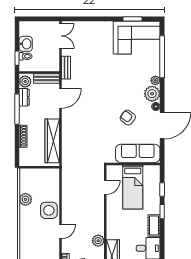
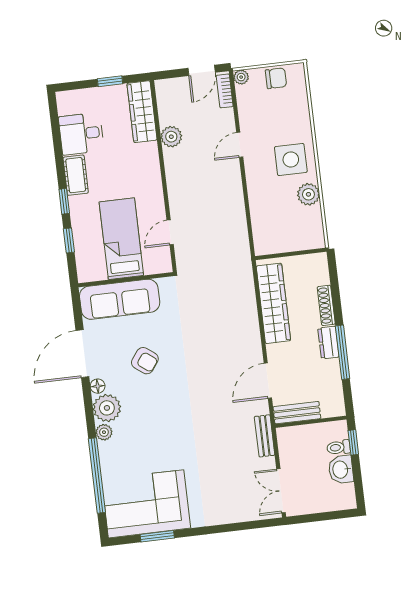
plant: (25, 82) -> (334, 403), removed
dresser: (24, 97) -> (328, 343), moved
side table: (49, 210) -> (291, 160), moved

